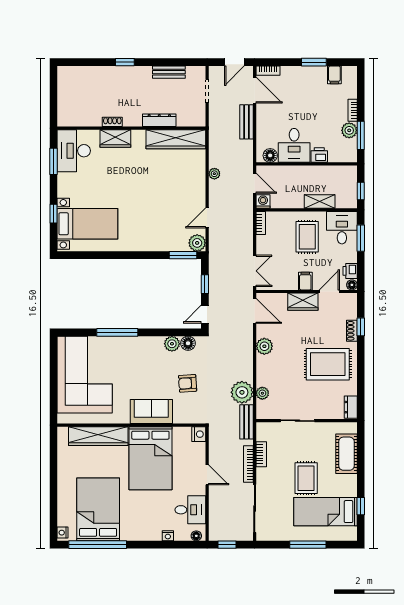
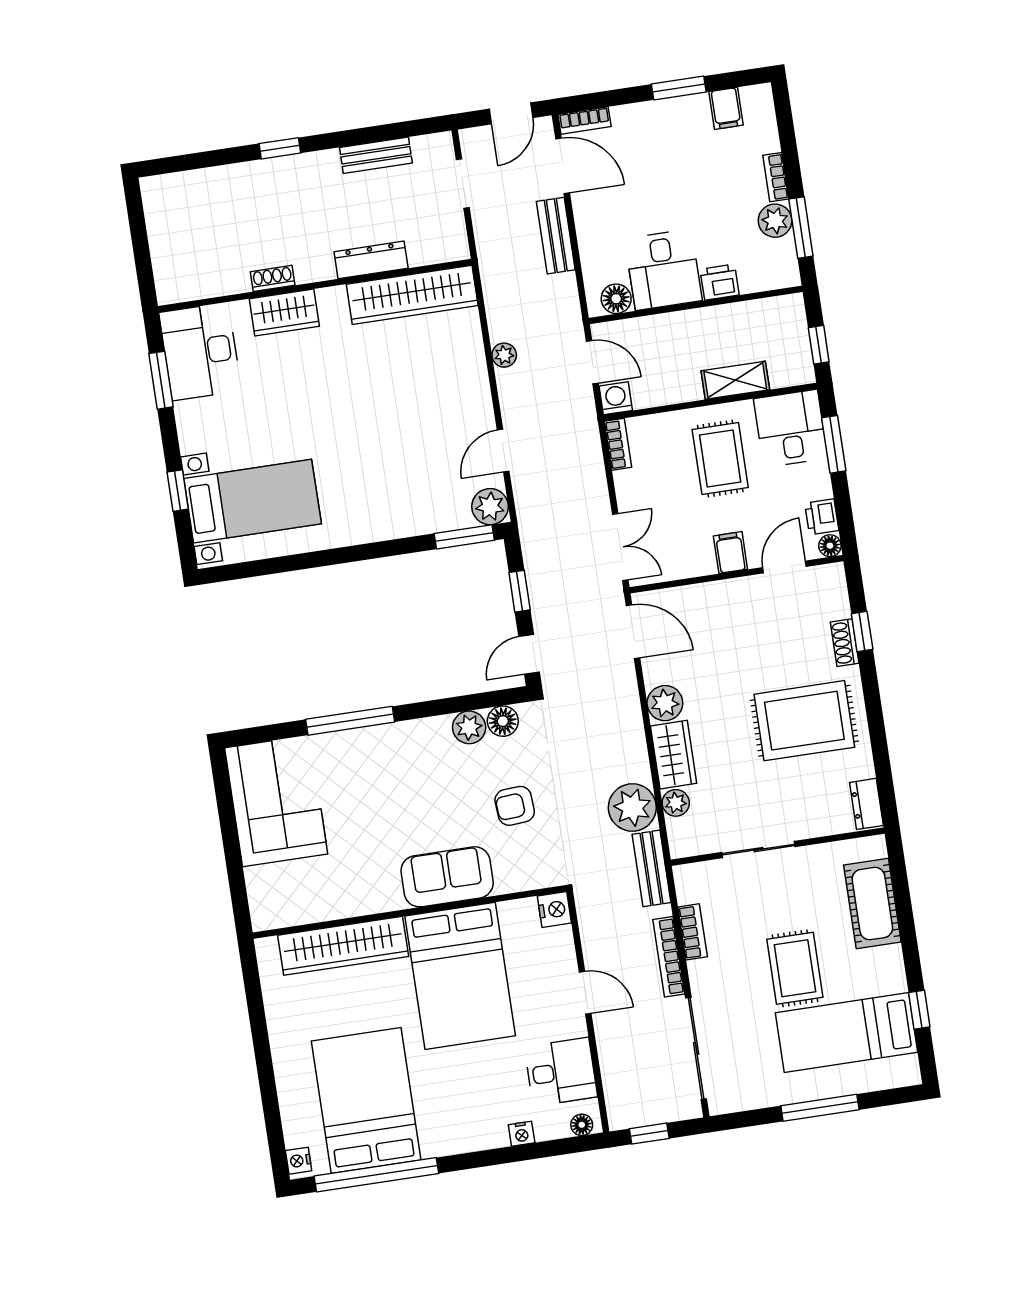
wardrobe: (303, 302) -> (674, 755), moved, turned -90
corner sofa: (85, 375) -> (276, 801), width x0.73, depth x0.74

